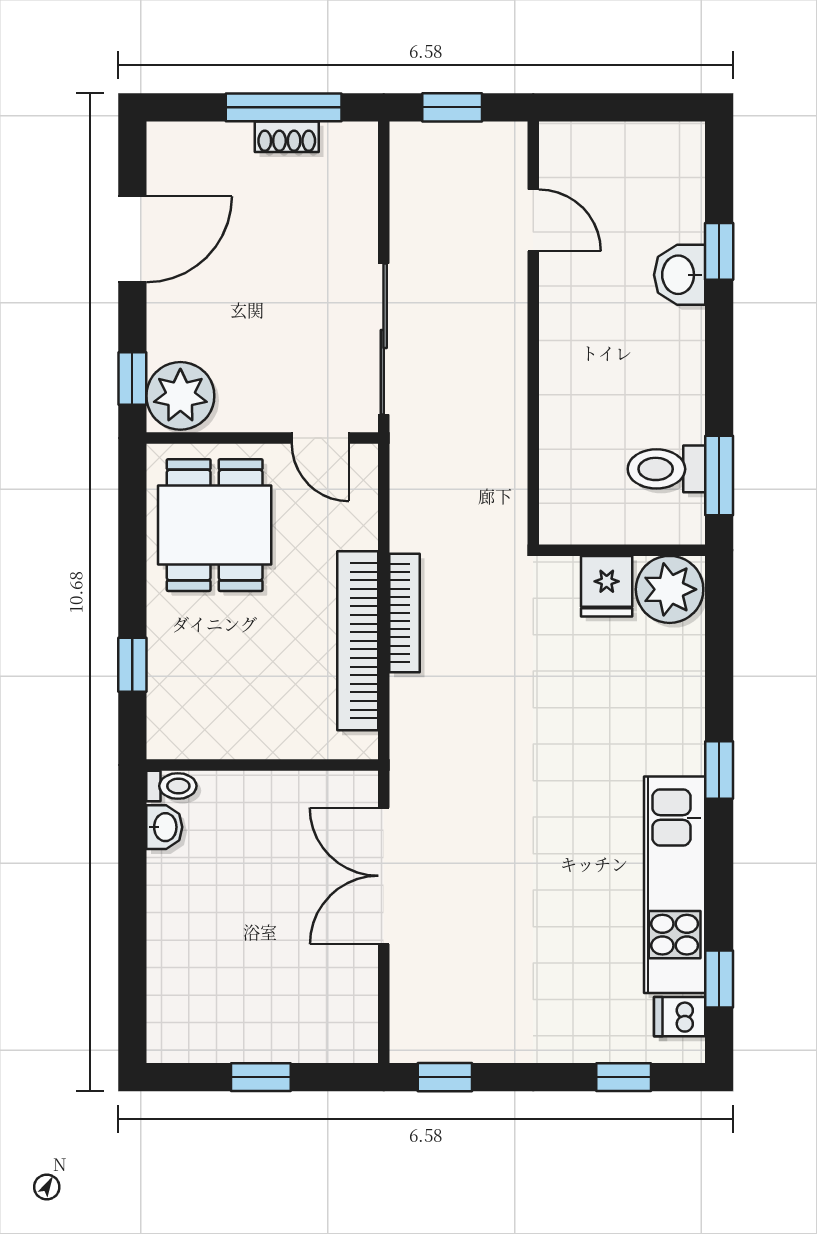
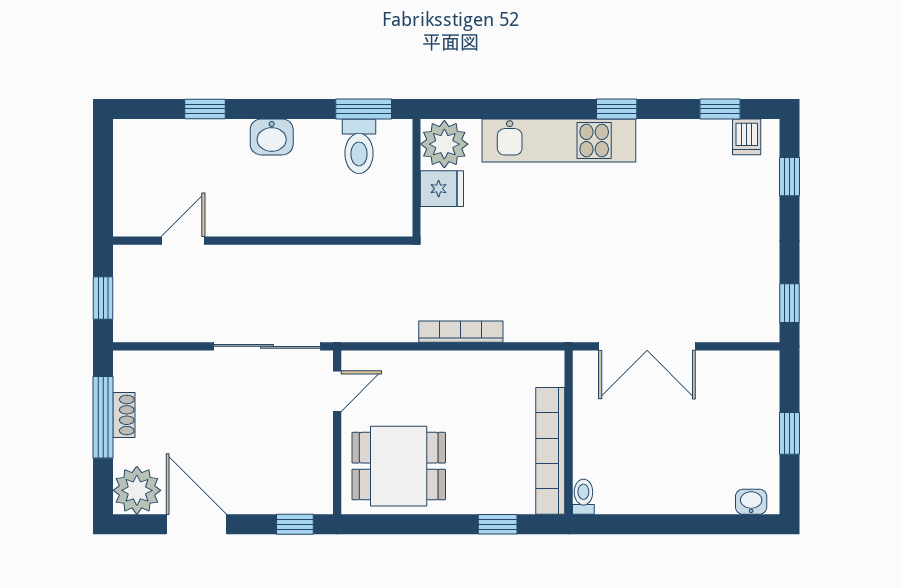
washbasin: (680, 275) -> (272, 137), moved
plant: (180, 396) -> (137, 490), moved
bookcase: (358, 641) -> (550, 451), moved, turned 90
window: (719, 770) -> (617, 109), moved
washbasin: (164, 827) -> (751, 502), moved
kitchen unit: (675, 885) -> (559, 141), moved

